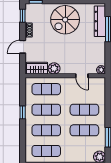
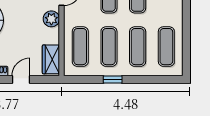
door: (23, 47) -> (21, 79), swing flipped
plant: (54, 68) -> (51, 19), moved

